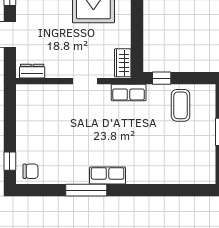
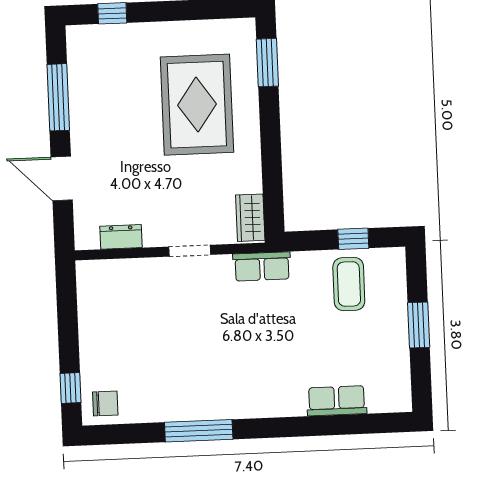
dresser: (32, 71) -> (121, 237), moved
window: (162, 78) -> (353, 239), moved
row of seats: (108, 176) -> (337, 401), moved

